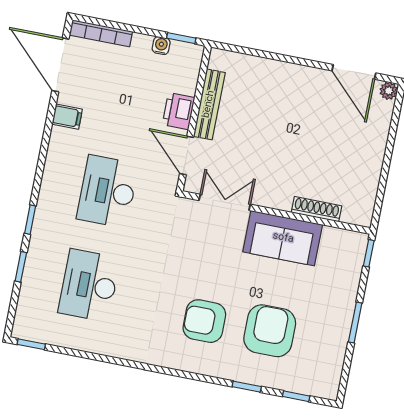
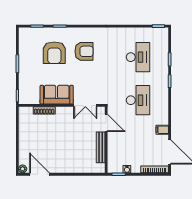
printer: (179, 111) -> (114, 142), removed

